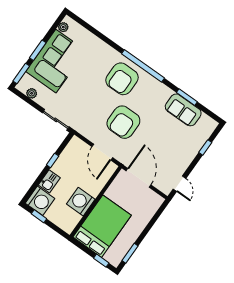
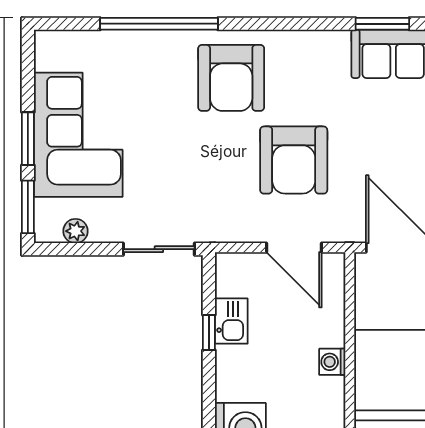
plant: (63, 27) -> (45, 59), removed
window: (143, 66) -> (159, 24), moved
kitchen sink: (49, 181) -> (231, 321), moved
washing machine: (81, 202) -> (332, 362), width x0.53, depth x0.53

